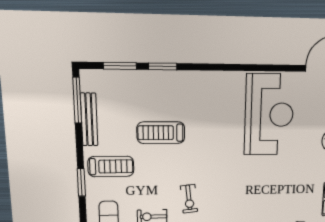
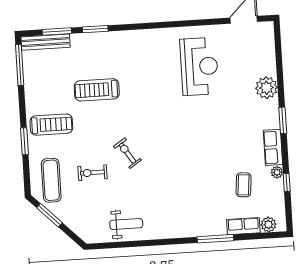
reception desk: (269, 115) -> (199, 66), width x0.74, depth x0.77
bench: (89, 120) -> (46, 42), moved, turned 90
exercise bike: (189, 199) -> (127, 153), turned 153

